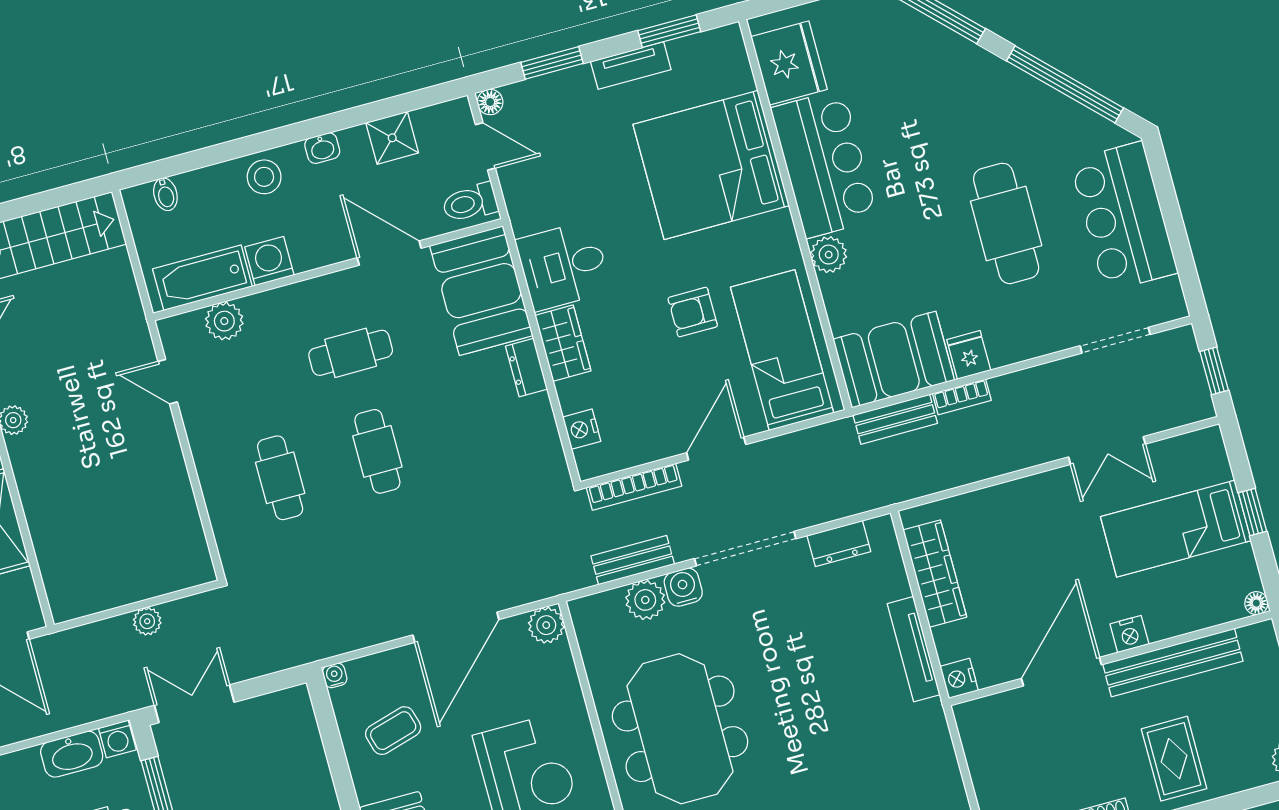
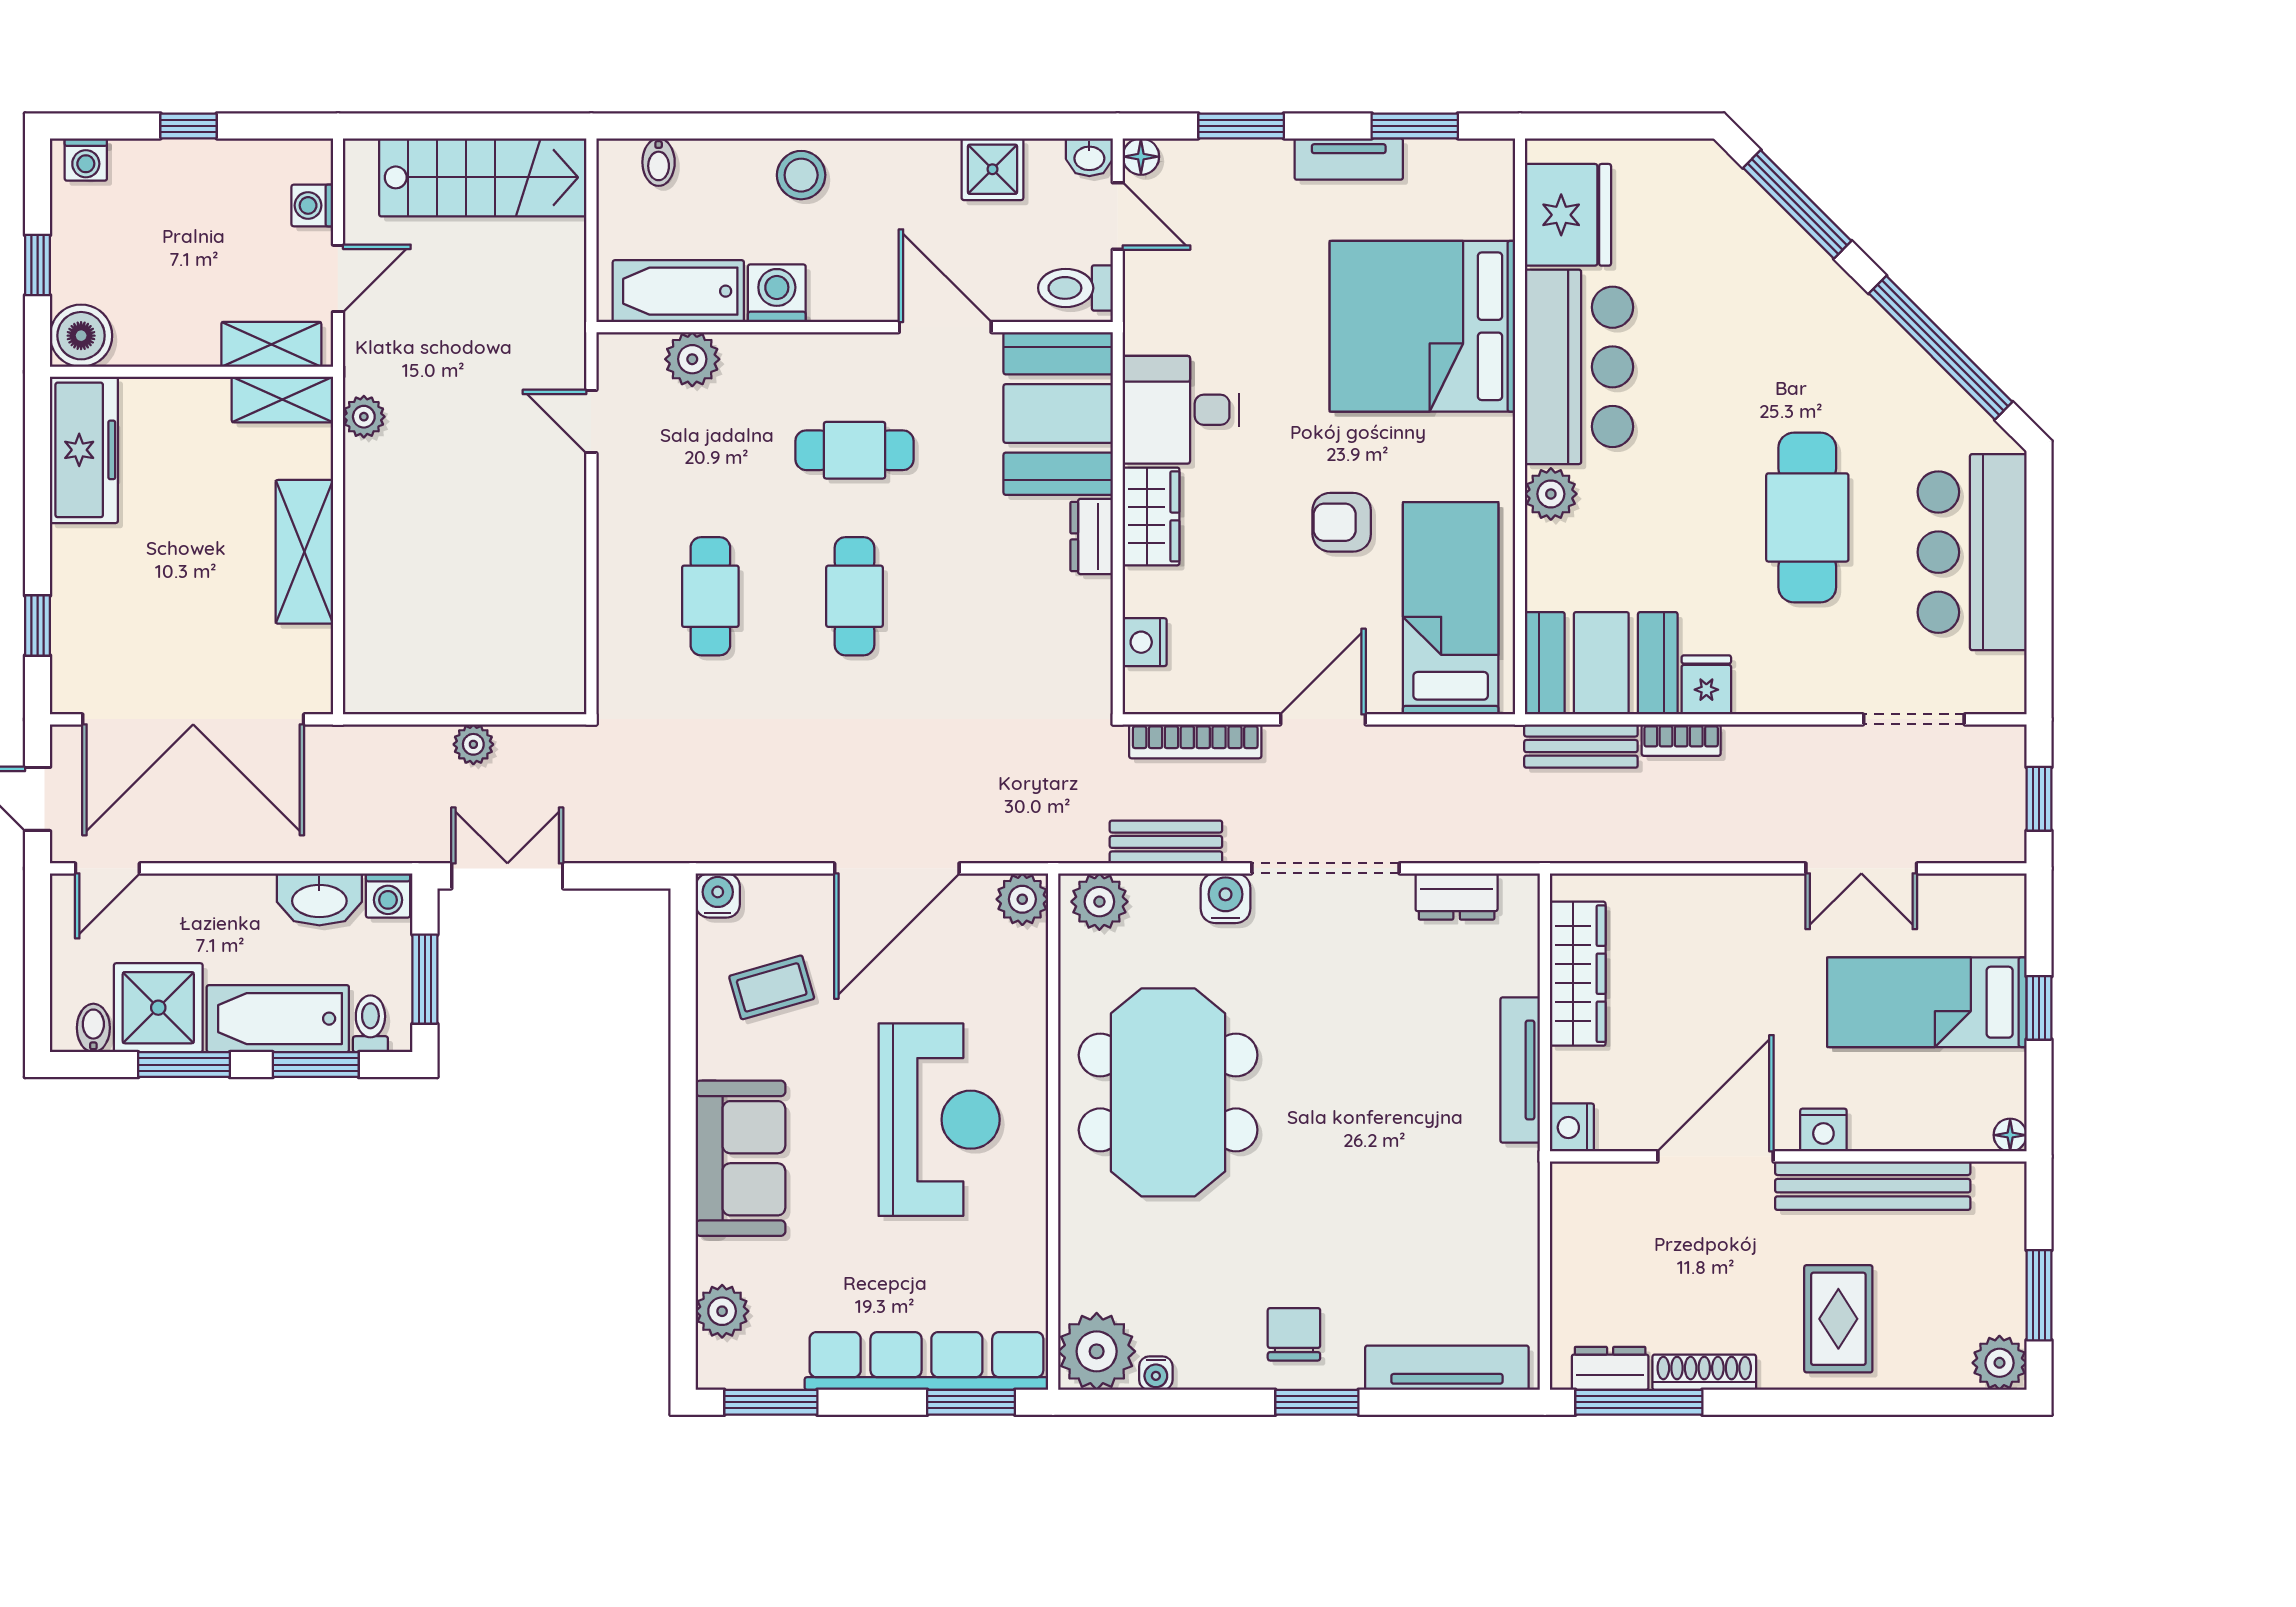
washbasin: (322, 148) -> (1089, 157), moved
plant: (645, 600) -> (1099, 902), moved
water cooler: (335, 675) -> (718, 895), width x1.38, depth x1.38

